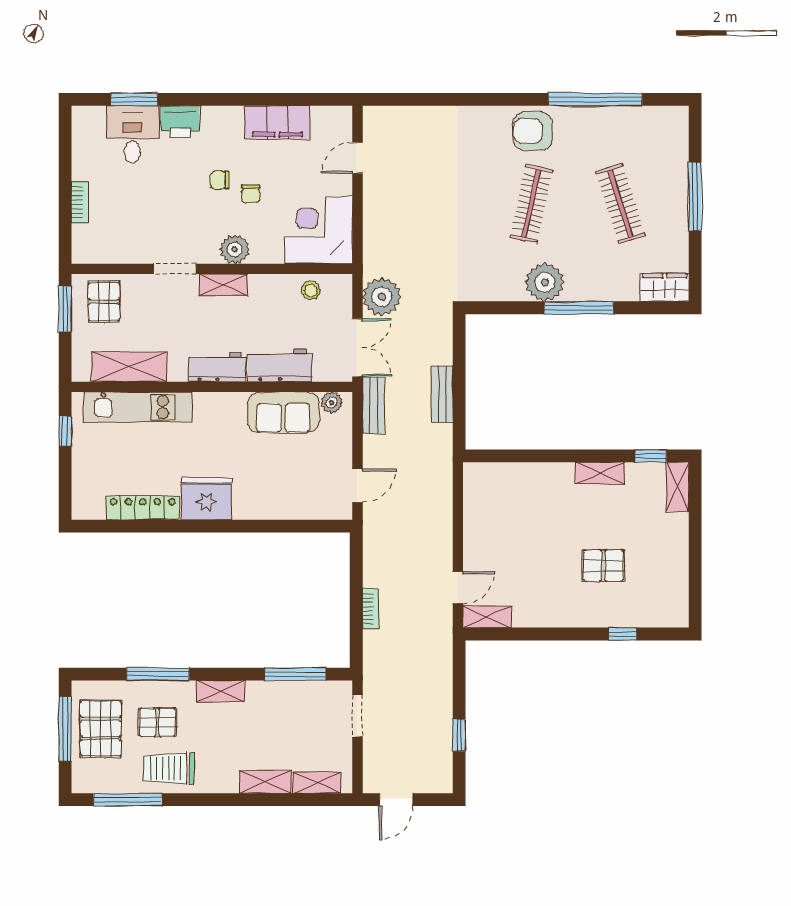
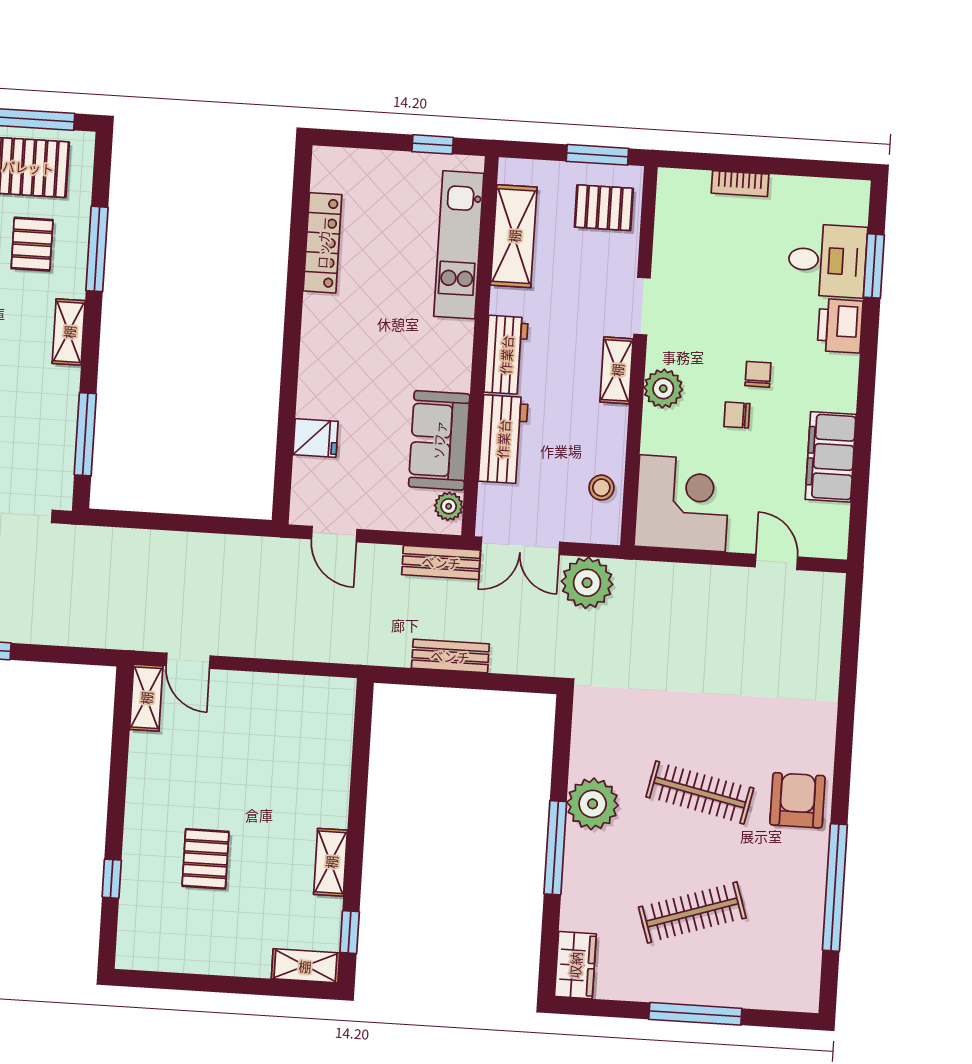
fridge: (207, 498) -> (316, 438), moved, width x0.53, depth x0.75
bookcase: (371, 609) -> (167, 541), removed

